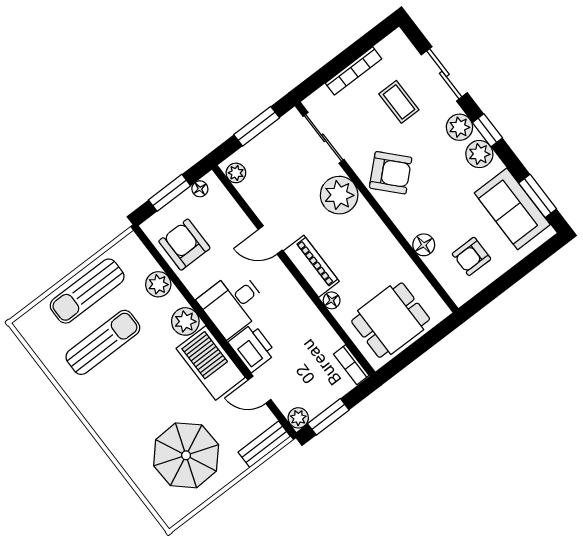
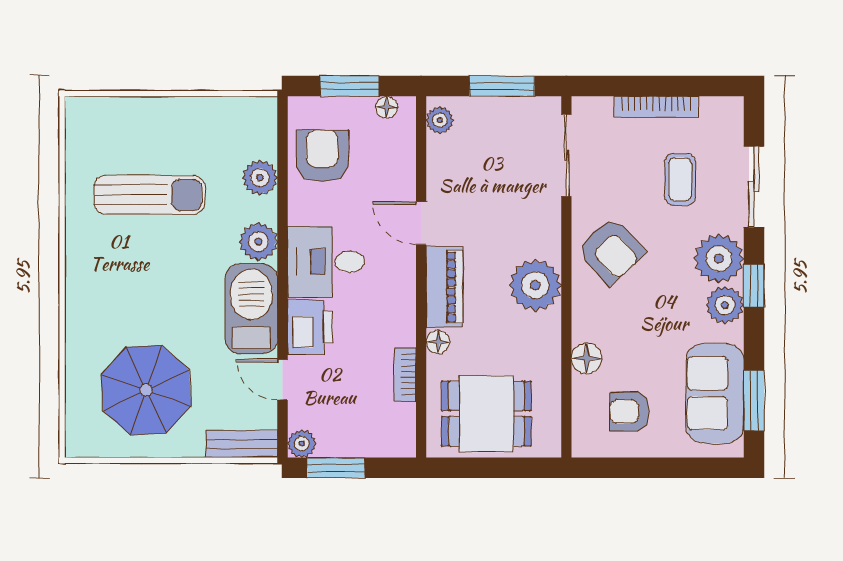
plant: (459, 127) -> (719, 259), width x1.36, depth x1.36
plant: (339, 195) -> (535, 285), moved
sun lounger: (87, 291) -> (175, 125), removed
bookcase: (351, 365) -> (405, 375), moved

